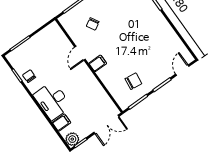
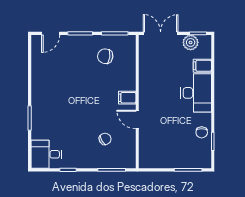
door: (80, 53) -> (137, 119), swing flipped
plant: (72, 139) -> (191, 42), moved

